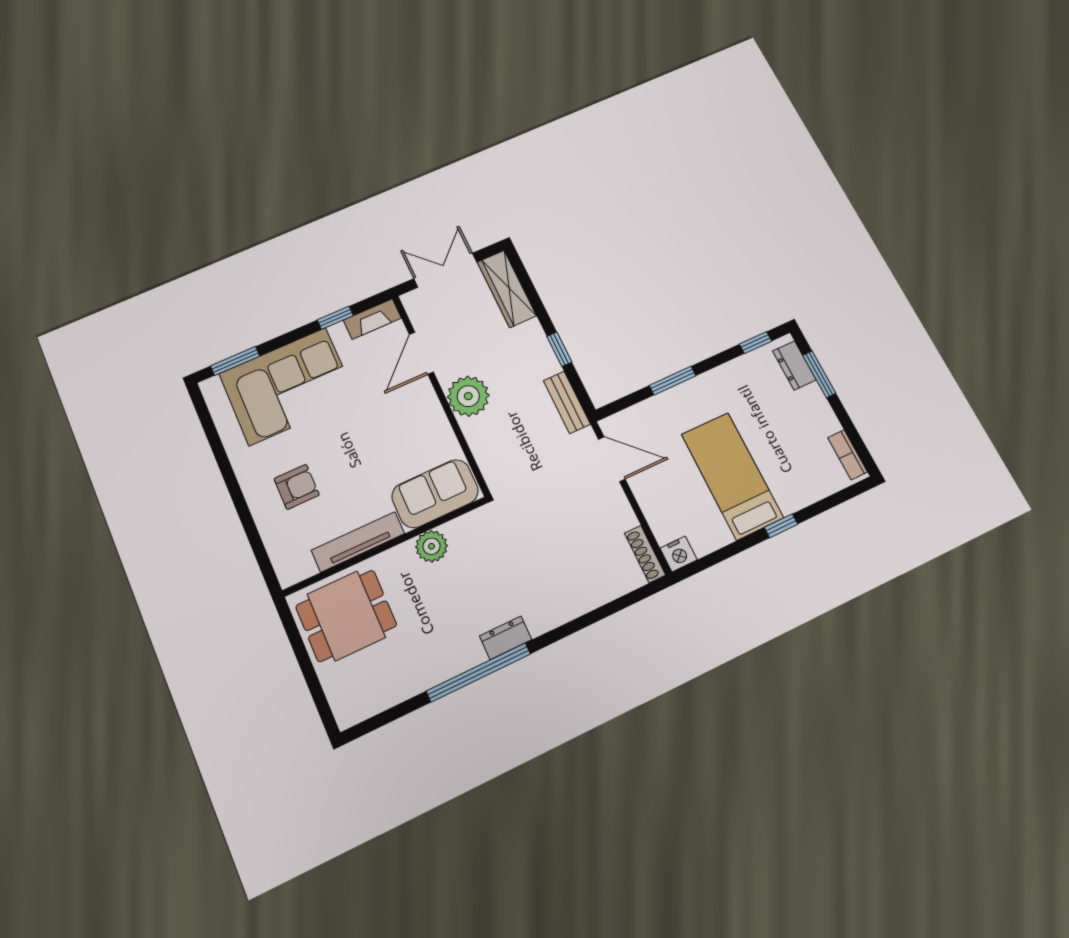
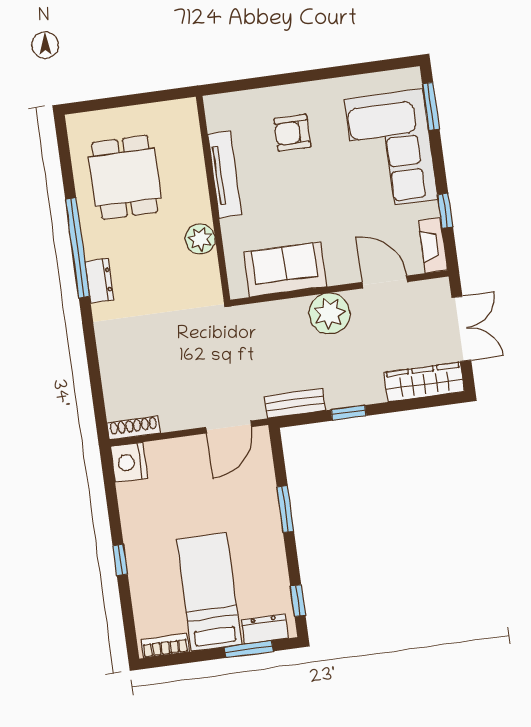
bed: (732, 476) -> (209, 592), moved, turned -90
armchair: (297, 487) -> (292, 133), turned 90
sofa: (435, 494) -> (285, 269), moved, turned -90
nightstand: (679, 554) -> (129, 462), width x1.36, depth x1.33
dining table: (346, 616) -> (125, 177), moved

